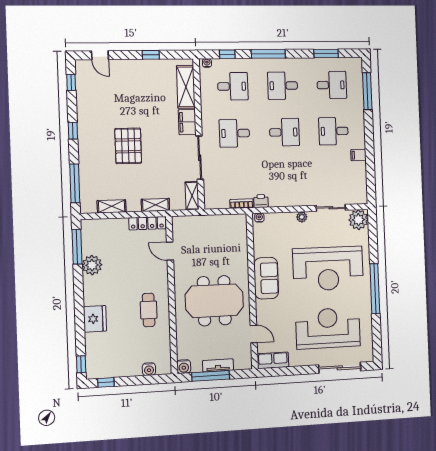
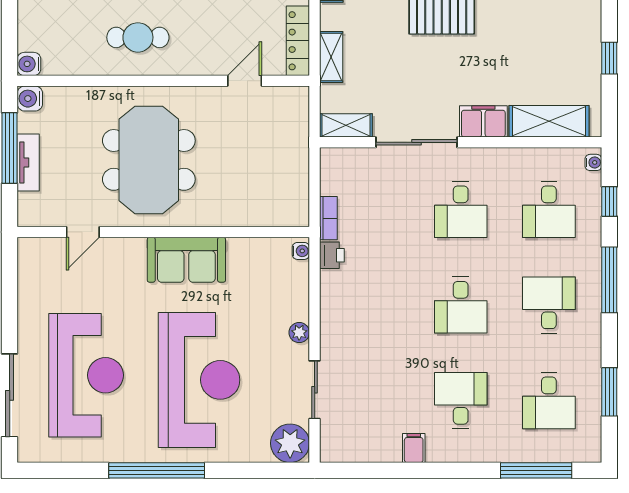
desk: (234, 133) -> (461, 210), turned 180
reception desk: (328, 269) -> (199, 380), turned 180
row of seats: (273, 360) -> (31, 267), removed
water cooler: (149, 369) -> (29, 64), moved

